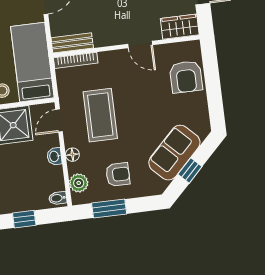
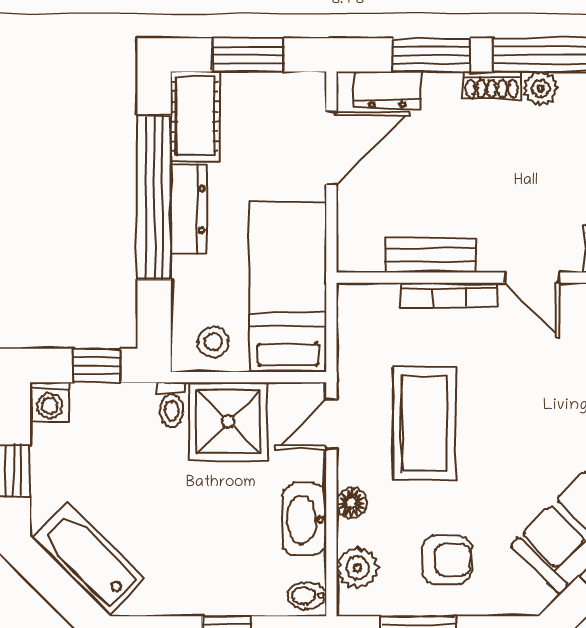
bench: (72, 43) -> (431, 255), moved
bookcase: (76, 60) -> (449, 295), moved
washbasin: (54, 156) -> (304, 519), width x1.91, depth x1.45

